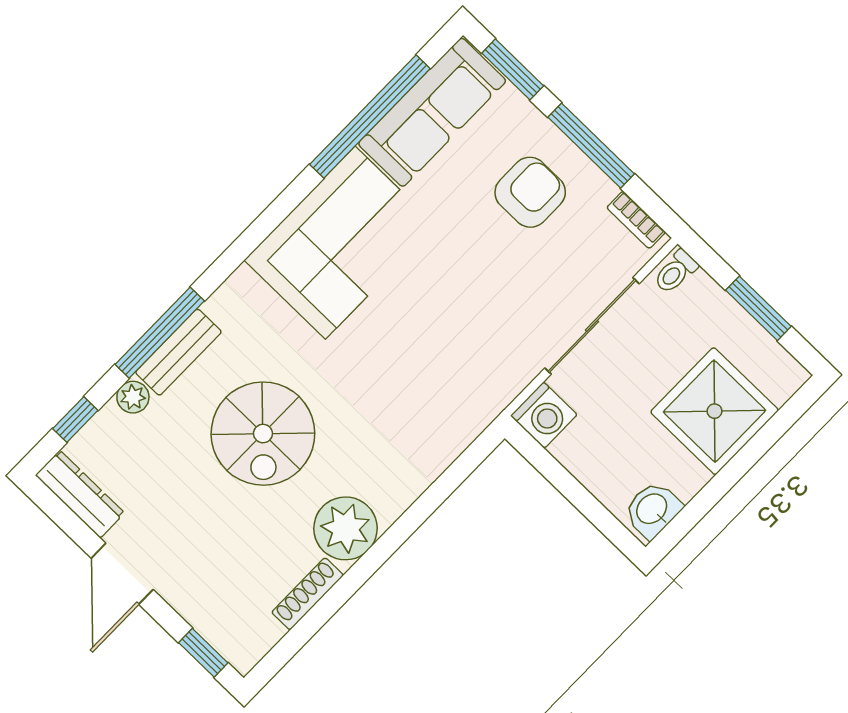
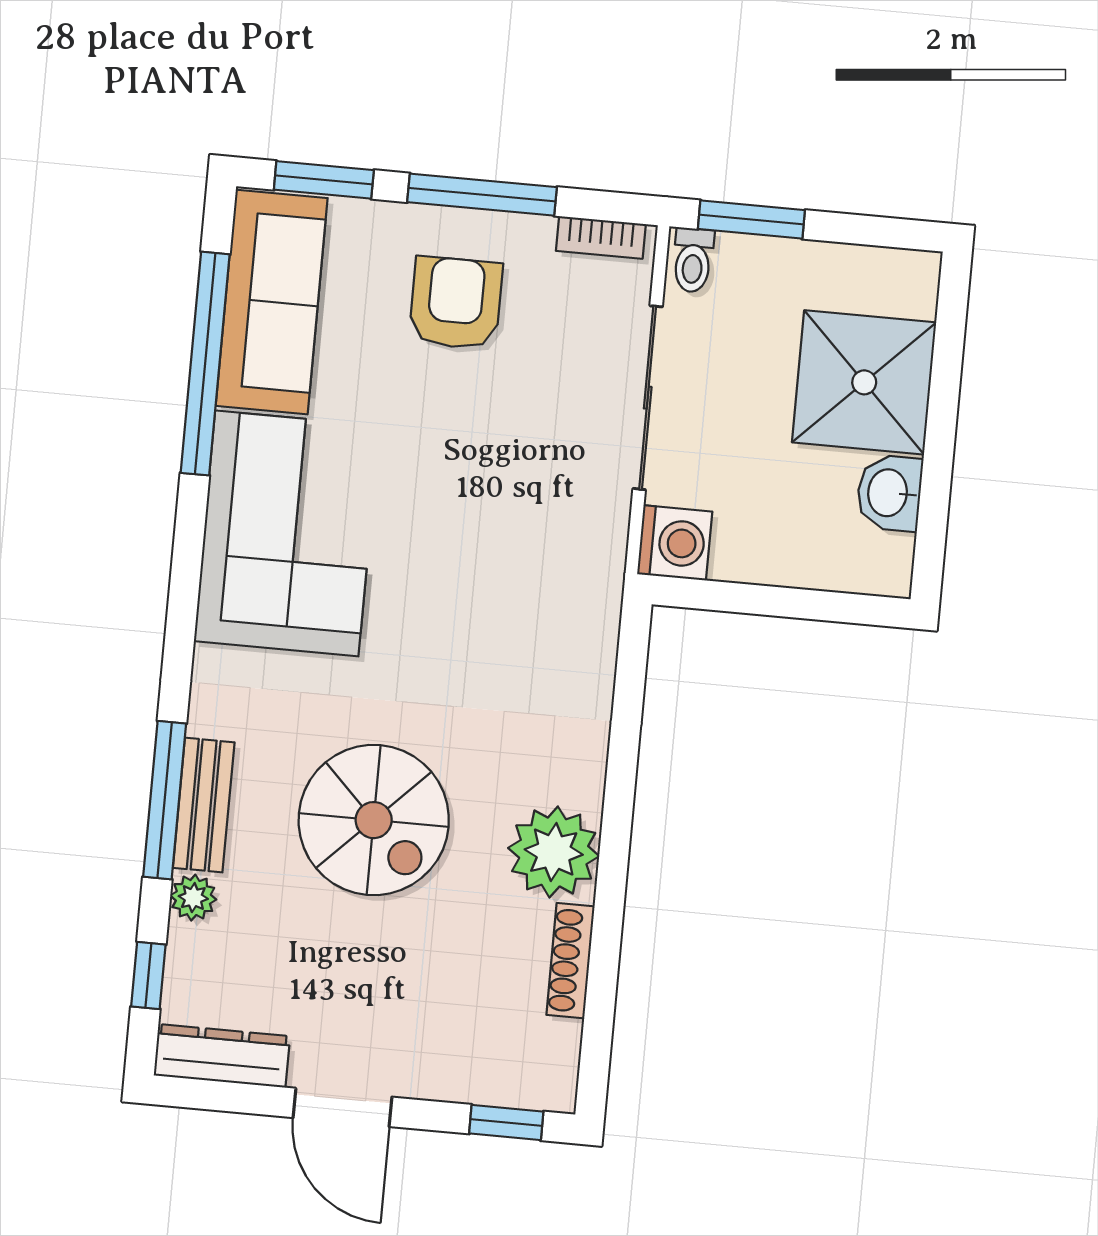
window: (758, 308) -> (751, 220), moved
washbasin: (653, 510) -> (889, 493), moved

